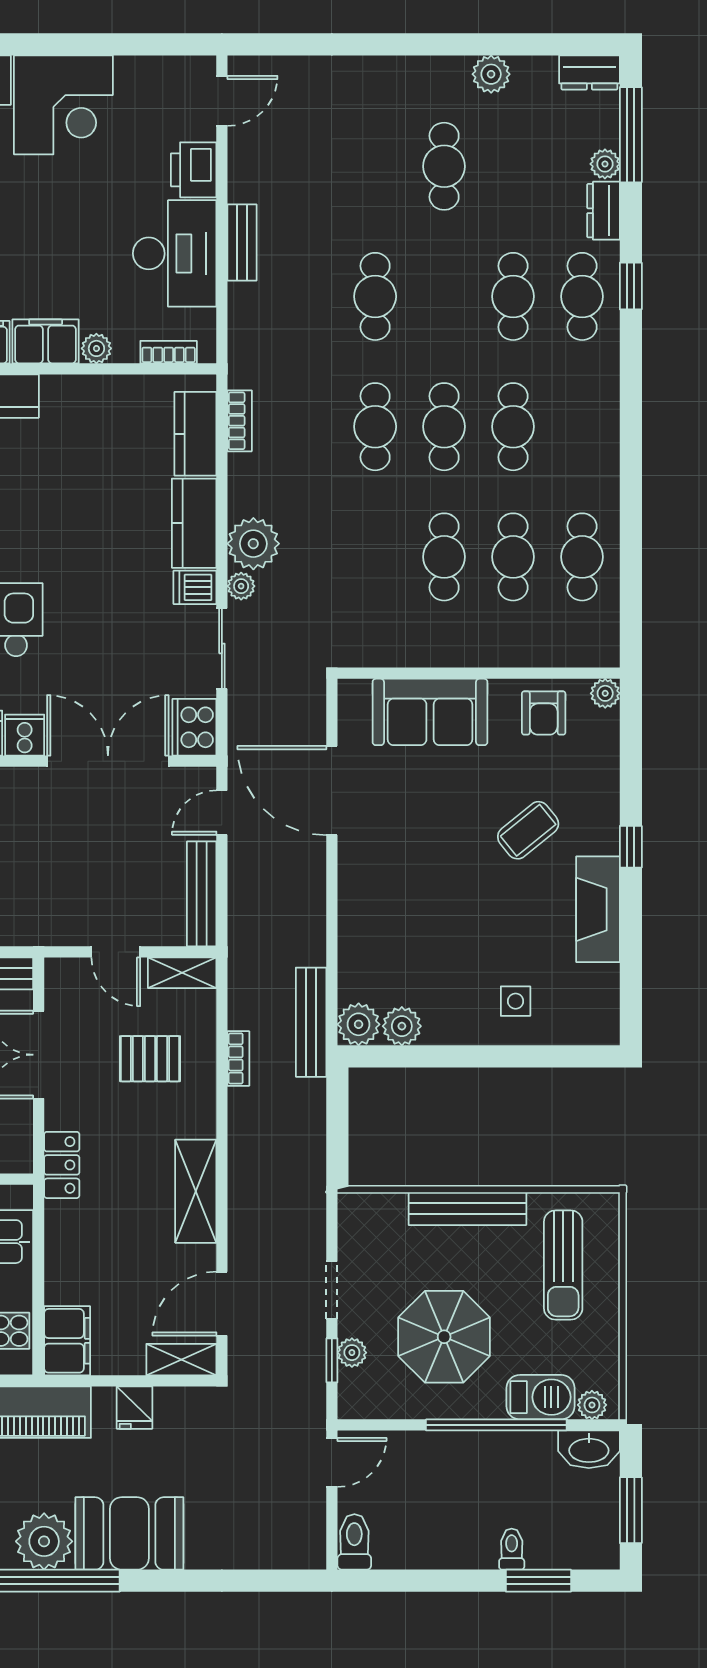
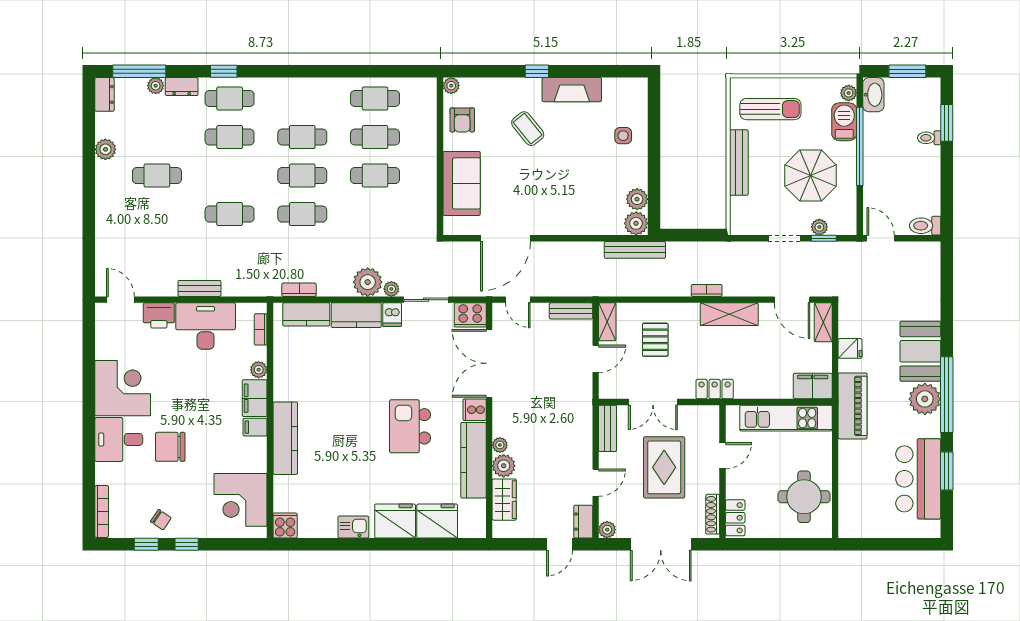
armchair: (544, 713) -> (462, 120), turned 90
bench: (202, 894) -> (571, 311), width x0.73
bookcase: (238, 1058) -> (707, 290), moved

